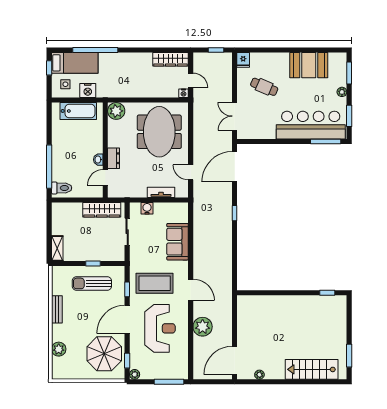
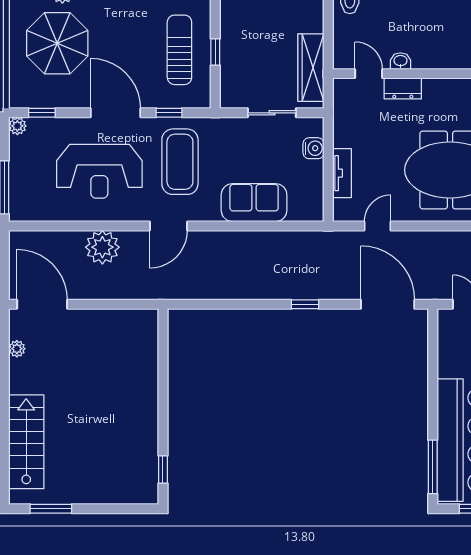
parasol: (104, 354) -> (57, 43), moved

